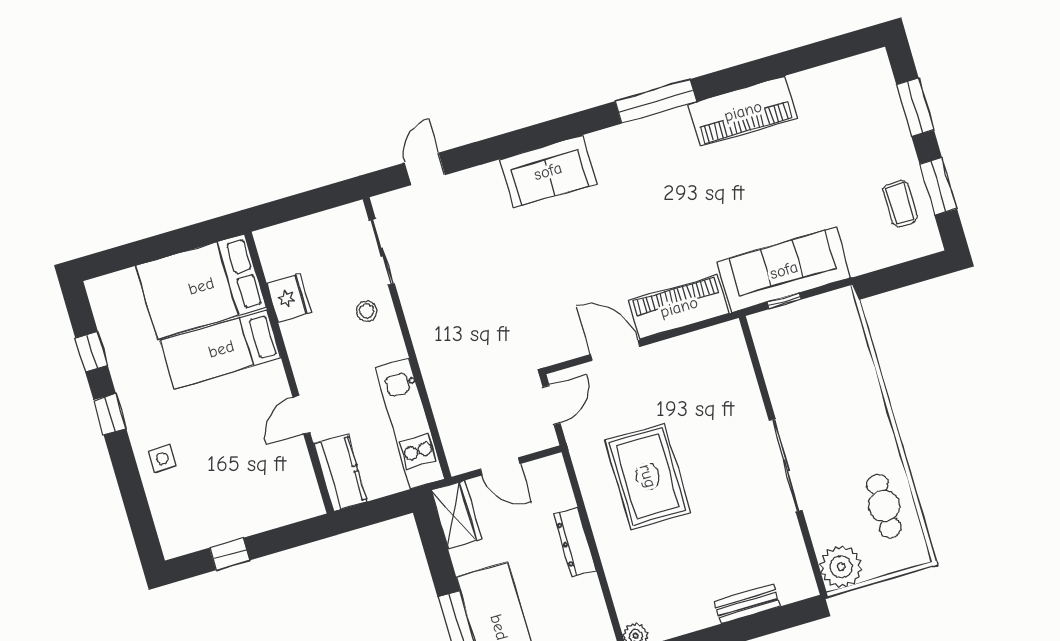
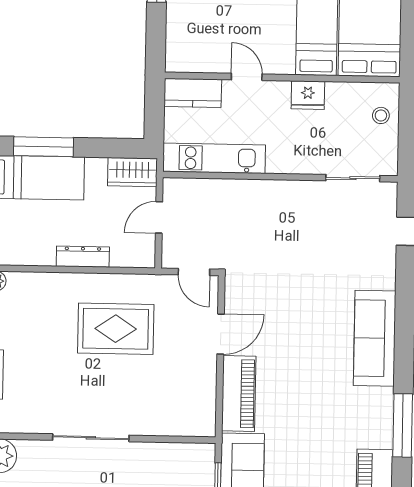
sofa: (548, 171) -> (375, 338), width x1.36
fridge: (289, 298) -> (308, 95), moved
stool: (367, 311) -> (381, 115), moved

